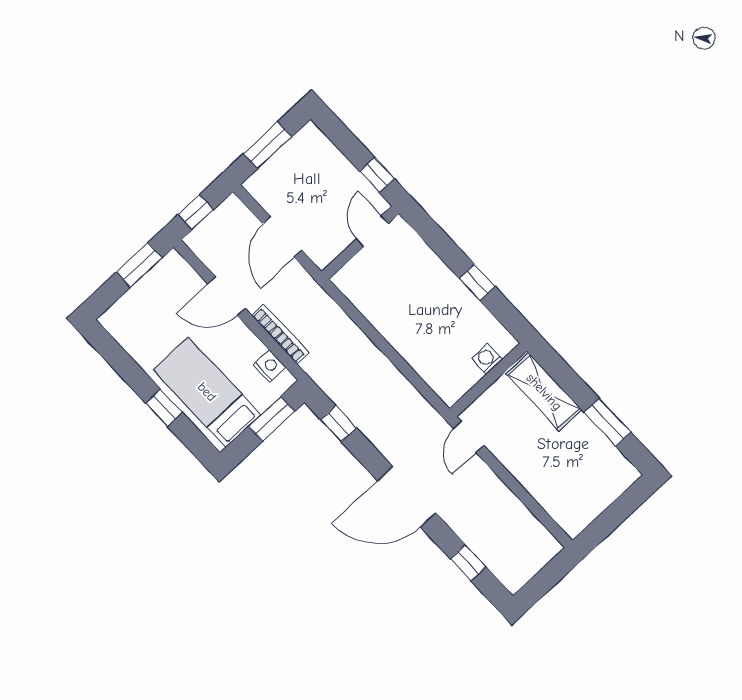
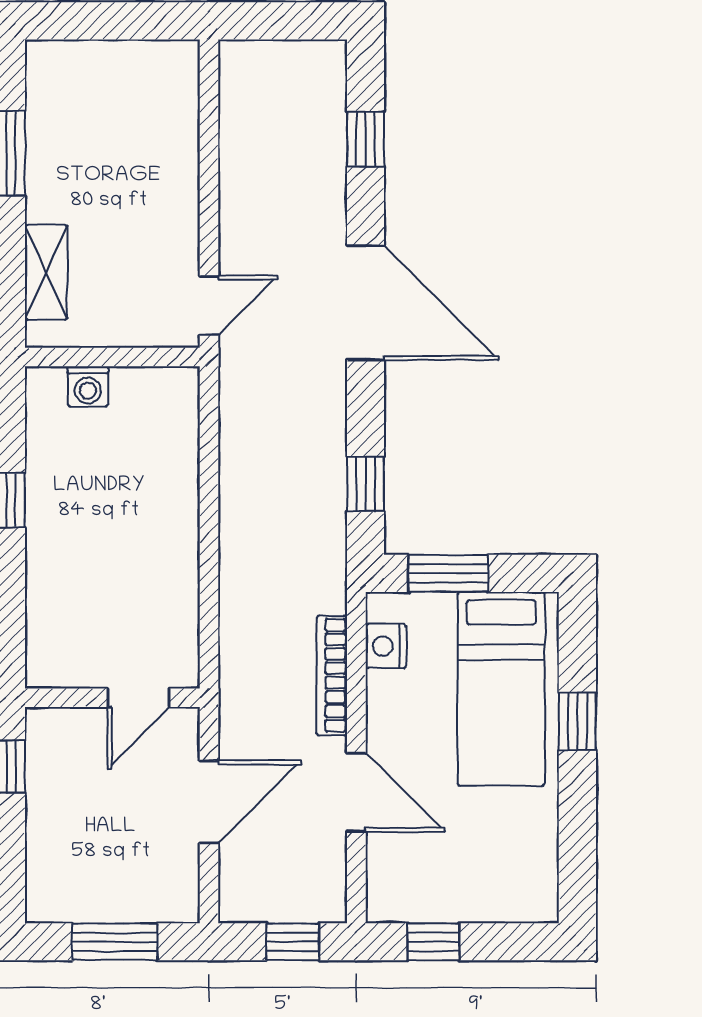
door: (373, 231) -> (139, 698), moved
window: (139, 265) -> (434, 942), width x0.67
shelving: (544, 392) -> (46, 272), width x0.67, depth x0.75

